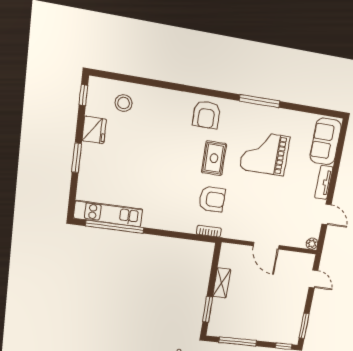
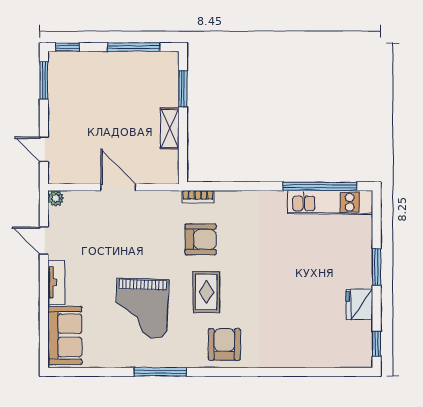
stool: (124, 103) -> (328, 342), removed
grand piano: (265, 153) -> (142, 308), turned 92
armchair: (212, 199) -> (201, 239), turned 180

